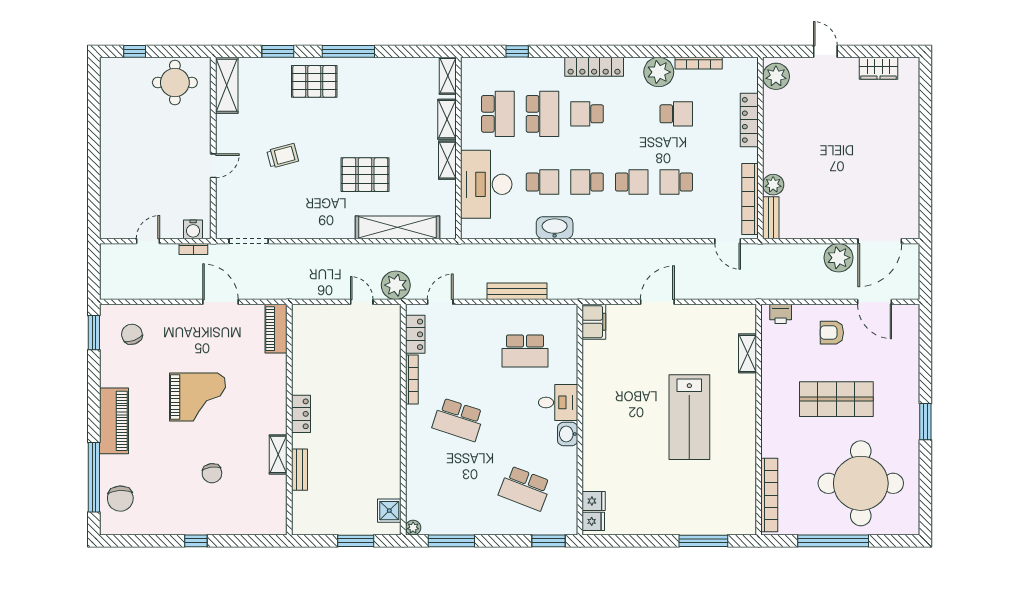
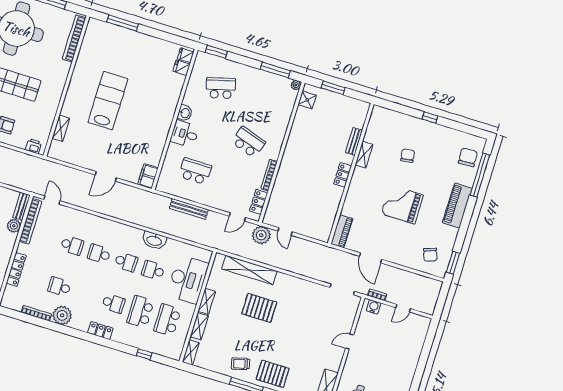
locker: (594, 67) -> (100, 331), width x0.66
trolley: (283, 156) -> (241, 364), moved
school desk: (525, 488) -> (221, 88), turned -36

